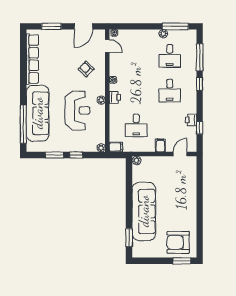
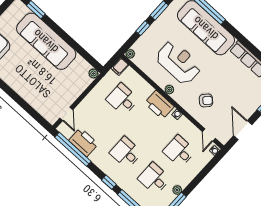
door: (107, 46) -> (209, 135), hinge flipped
desk: (136, 56) -> (179, 151), added
printer: (115, 97) -> (159, 105), width x1.87, depth x1.48
reception desk: (77, 110) -> (178, 62), turned 180
printer: (191, 120) -> (84, 142), width x1.87, depth x1.48
window: (200, 128) -> (73, 149), width x3.17
filing cabinet: (160, 145) -> (88, 104), removed

